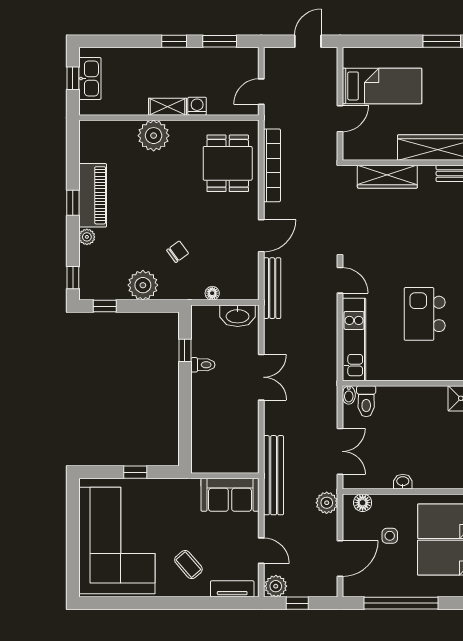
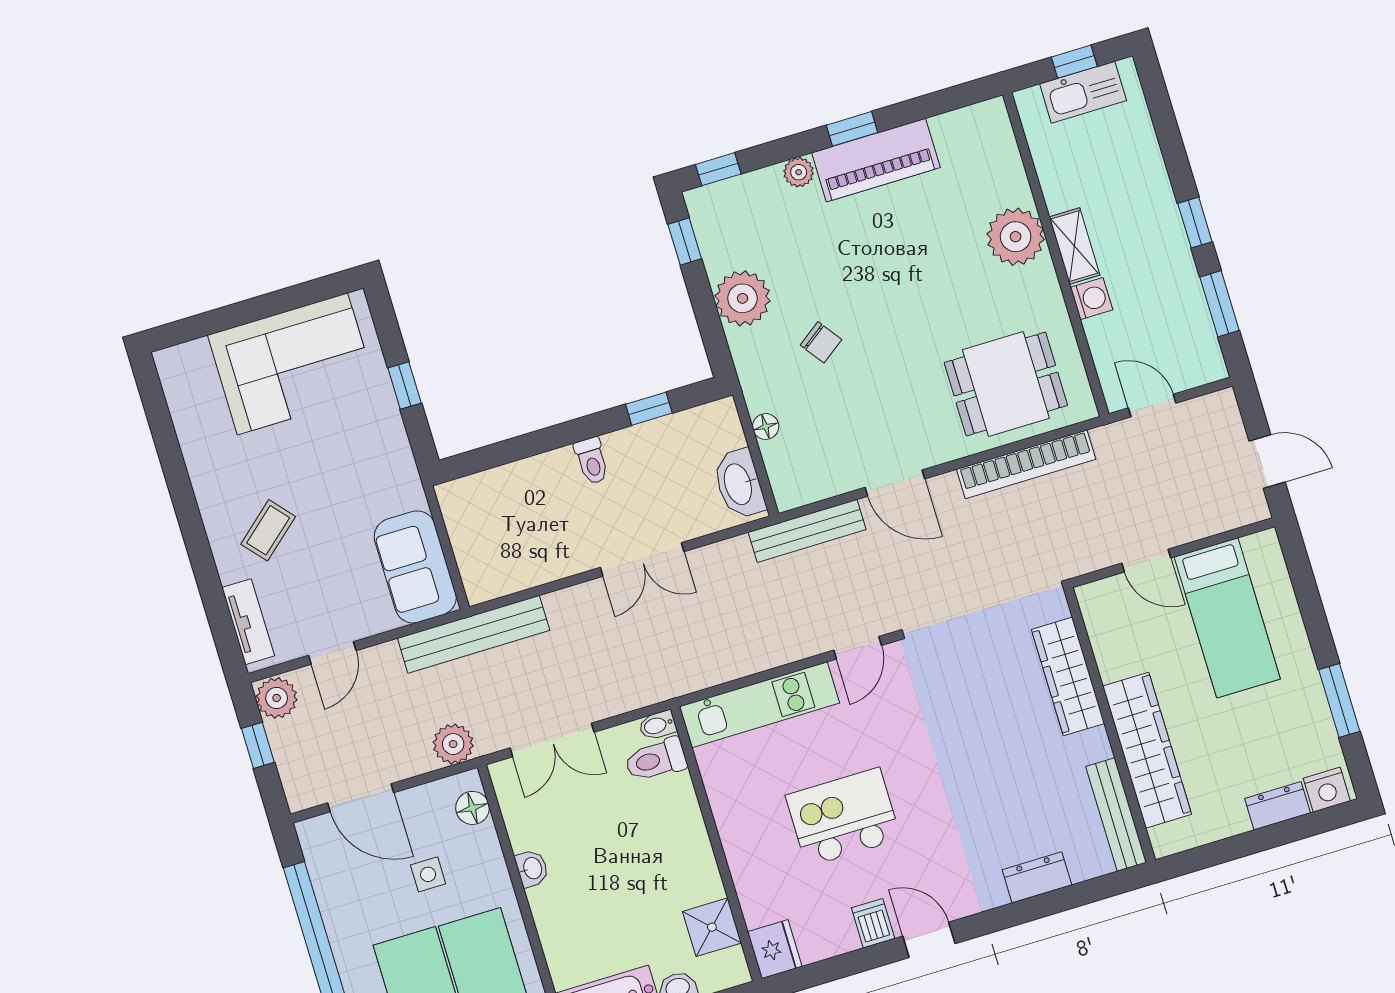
toilet: (203, 365) -> (592, 461), moved
corner sofa: (117, 540) -> (292, 364), width x0.73, depth x0.74

